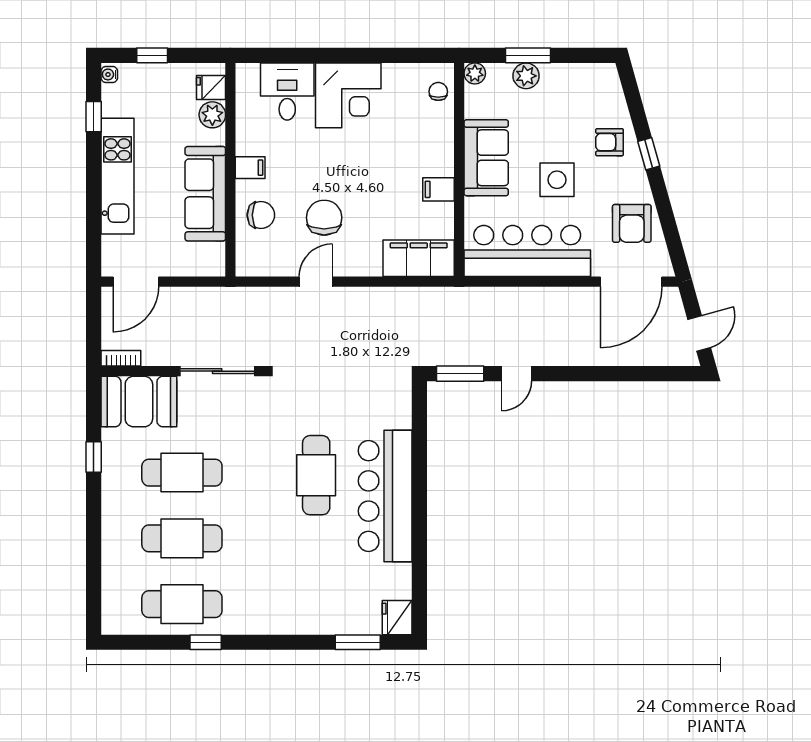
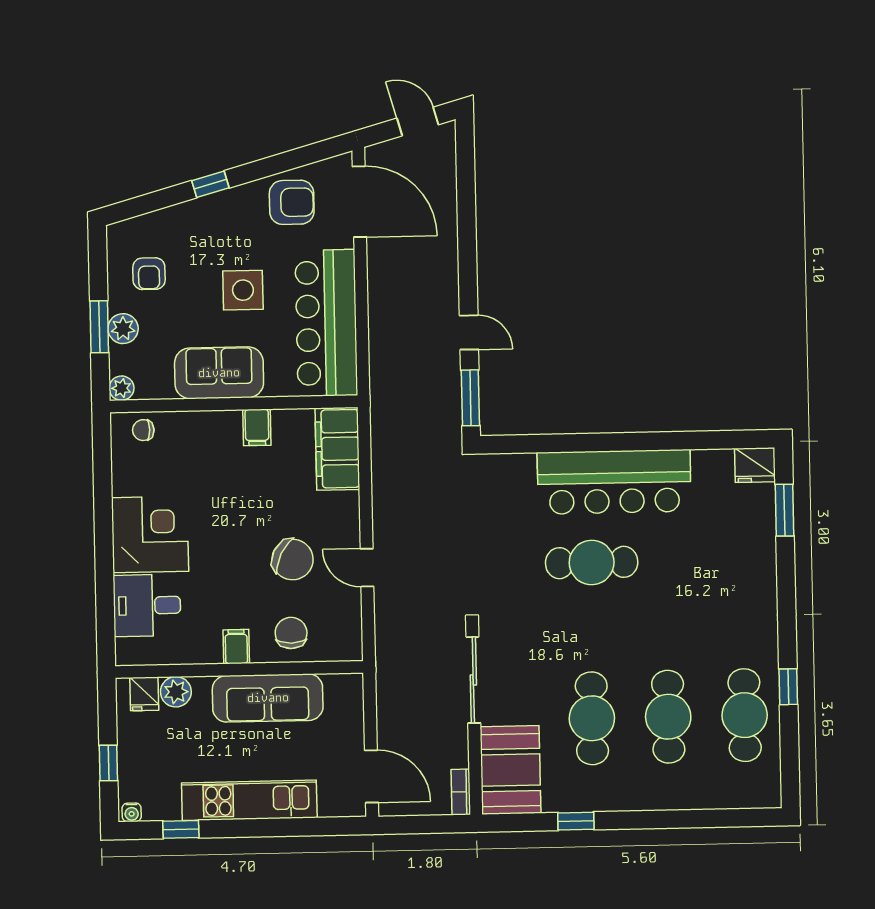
armchair: (609, 142) -> (149, 274), moved
chair: (324, 218) -> (293, 559), turned -153

